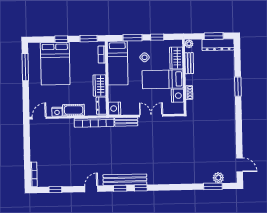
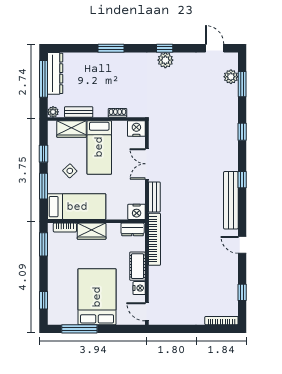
window: (214, 36) -> (43, 79), width x1.44
window: (61, 39) -> (43, 300), moved
bed: (55, 64) -> (97, 297), moved, turned -90
wardrobe: (100, 86) -> (92, 231), moved
nightstand: (177, 96) -> (136, 129), moved
window: (239, 127) -> (165, 48), added
plant: (230, 128) -> (165, 60), added
door: (240, 165) -> (215, 48), hinge flipped
window: (120, 188) -> (242, 132), moved

